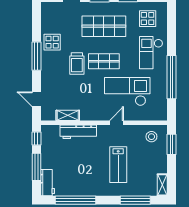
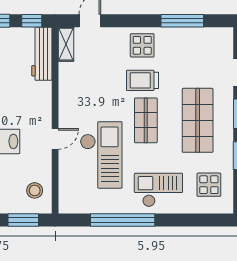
display table: (52, 42) -> (142, 45), moved
window: (36, 56) -> (182, 21), moved
shelving: (68, 115) -> (66, 44), moved
door: (116, 123) -> (55, 139), hinge flipped
workbench: (78, 132) -> (42, 54), moved

